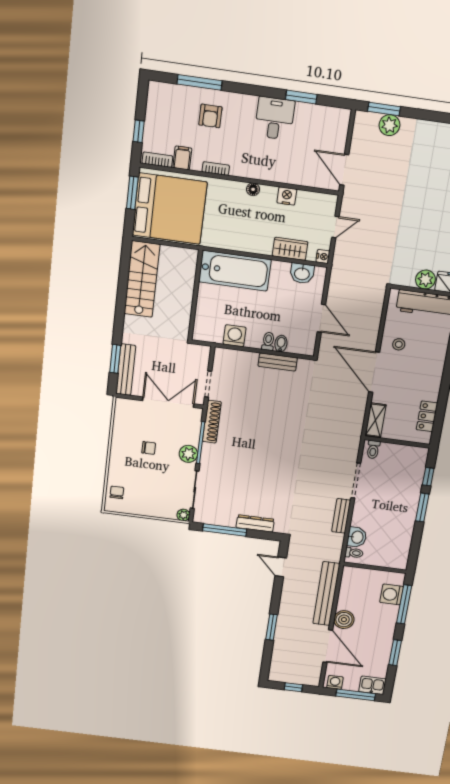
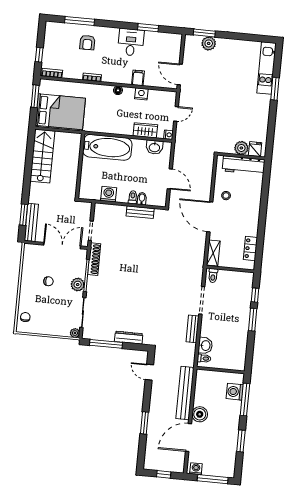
filing cabinet: (182, 158) -> (138, 78), moved
bed: (170, 209) -> (60, 112), width x0.73
door: (328, 646) -> (189, 437), swing flipped
kitchen sink: (372, 685) -> (225, 470), removed

